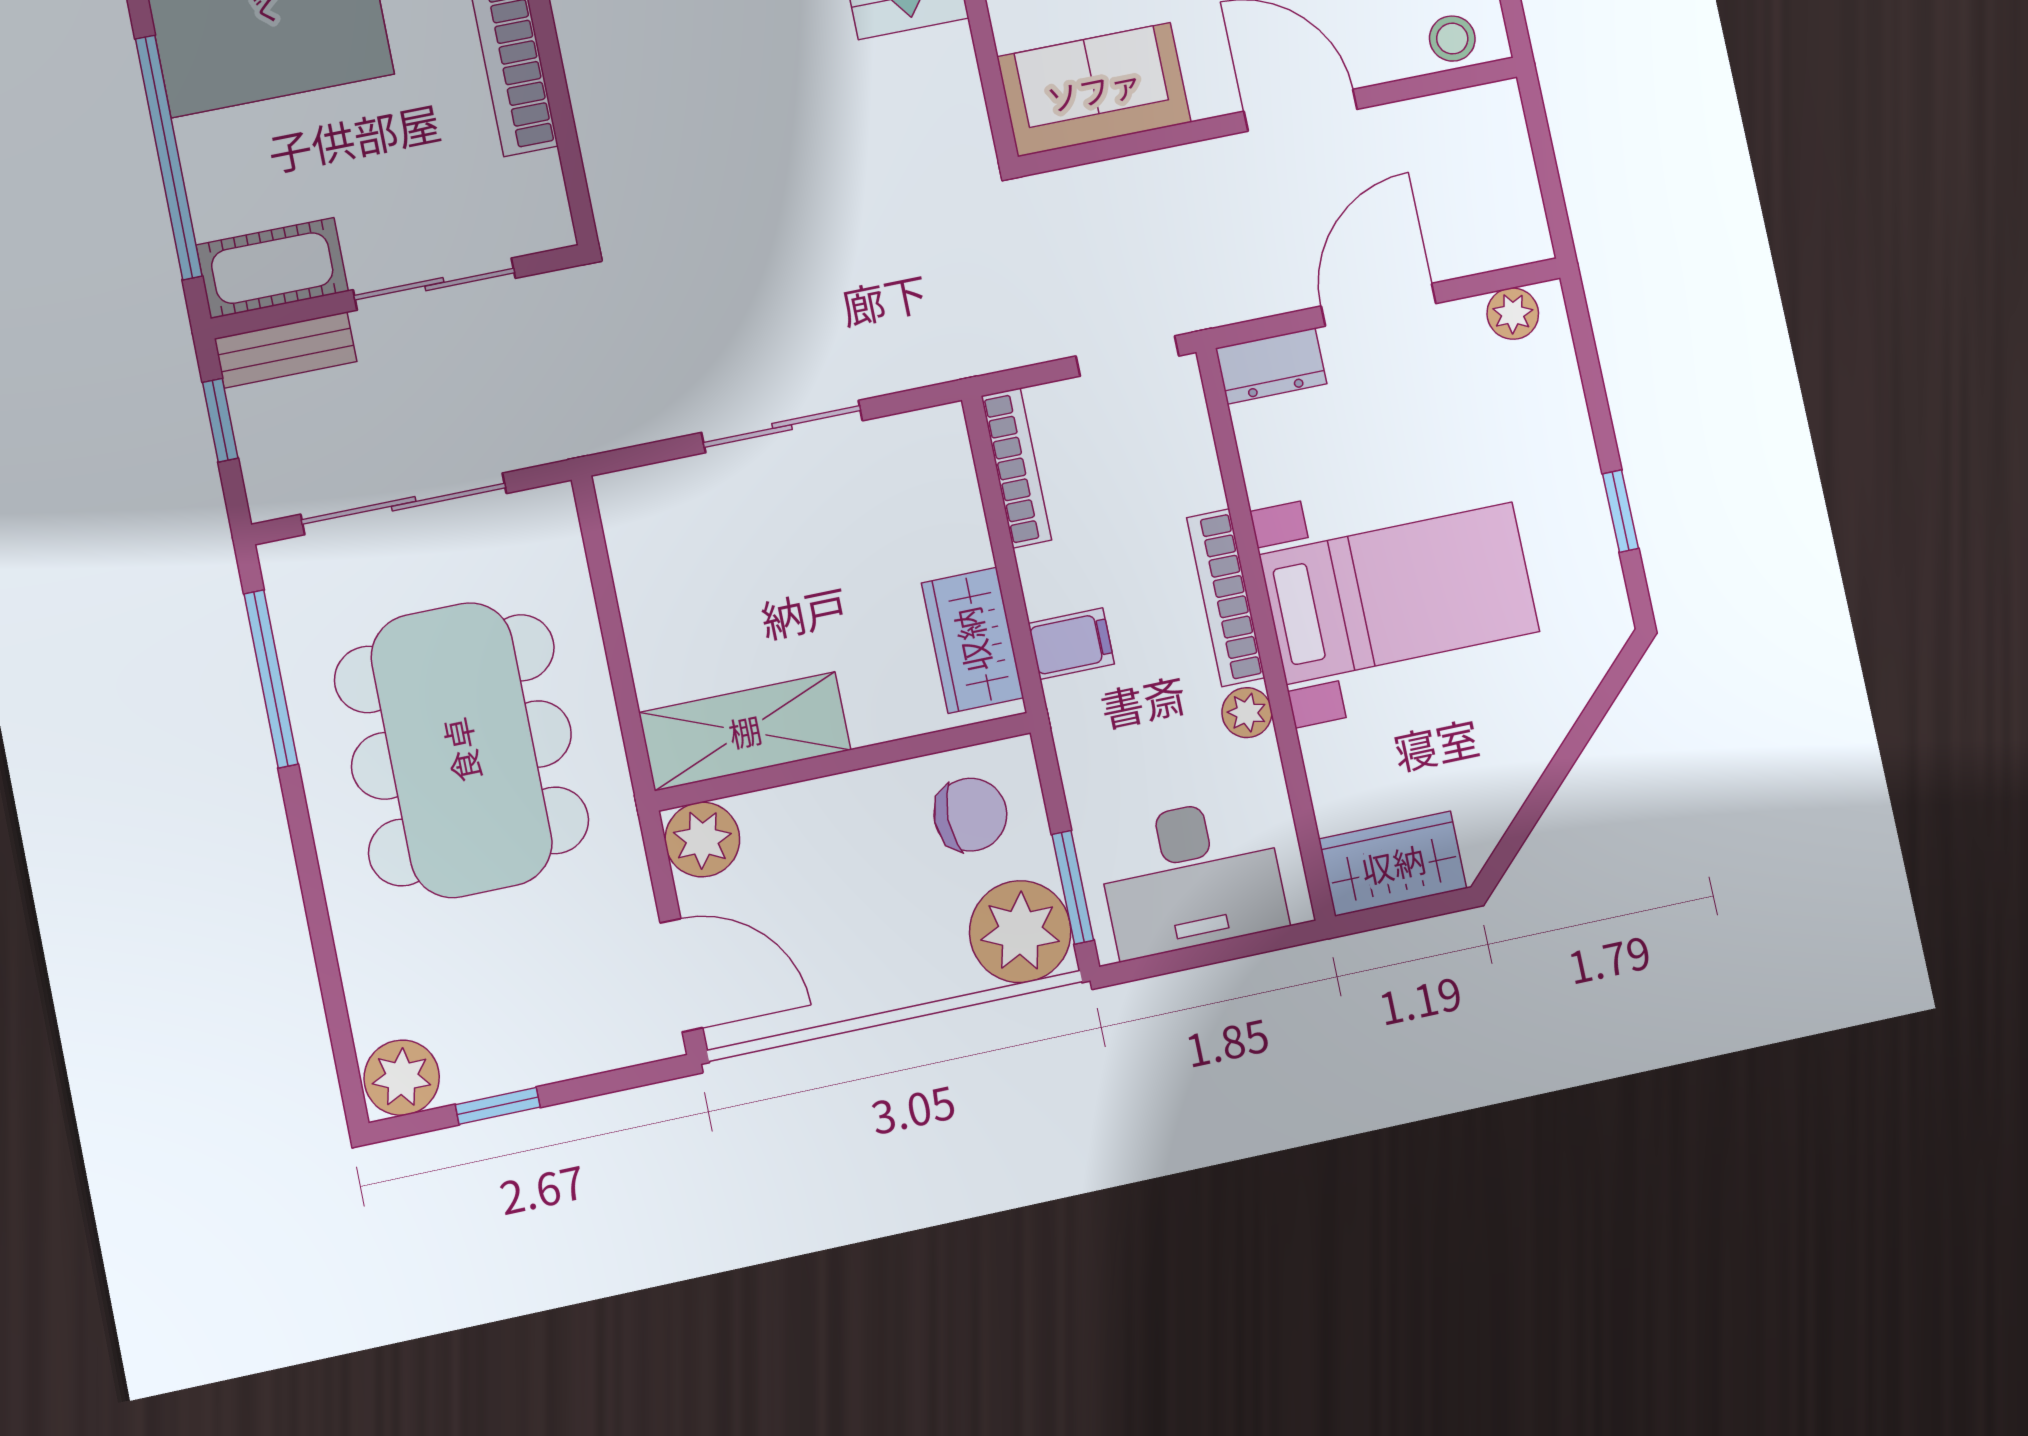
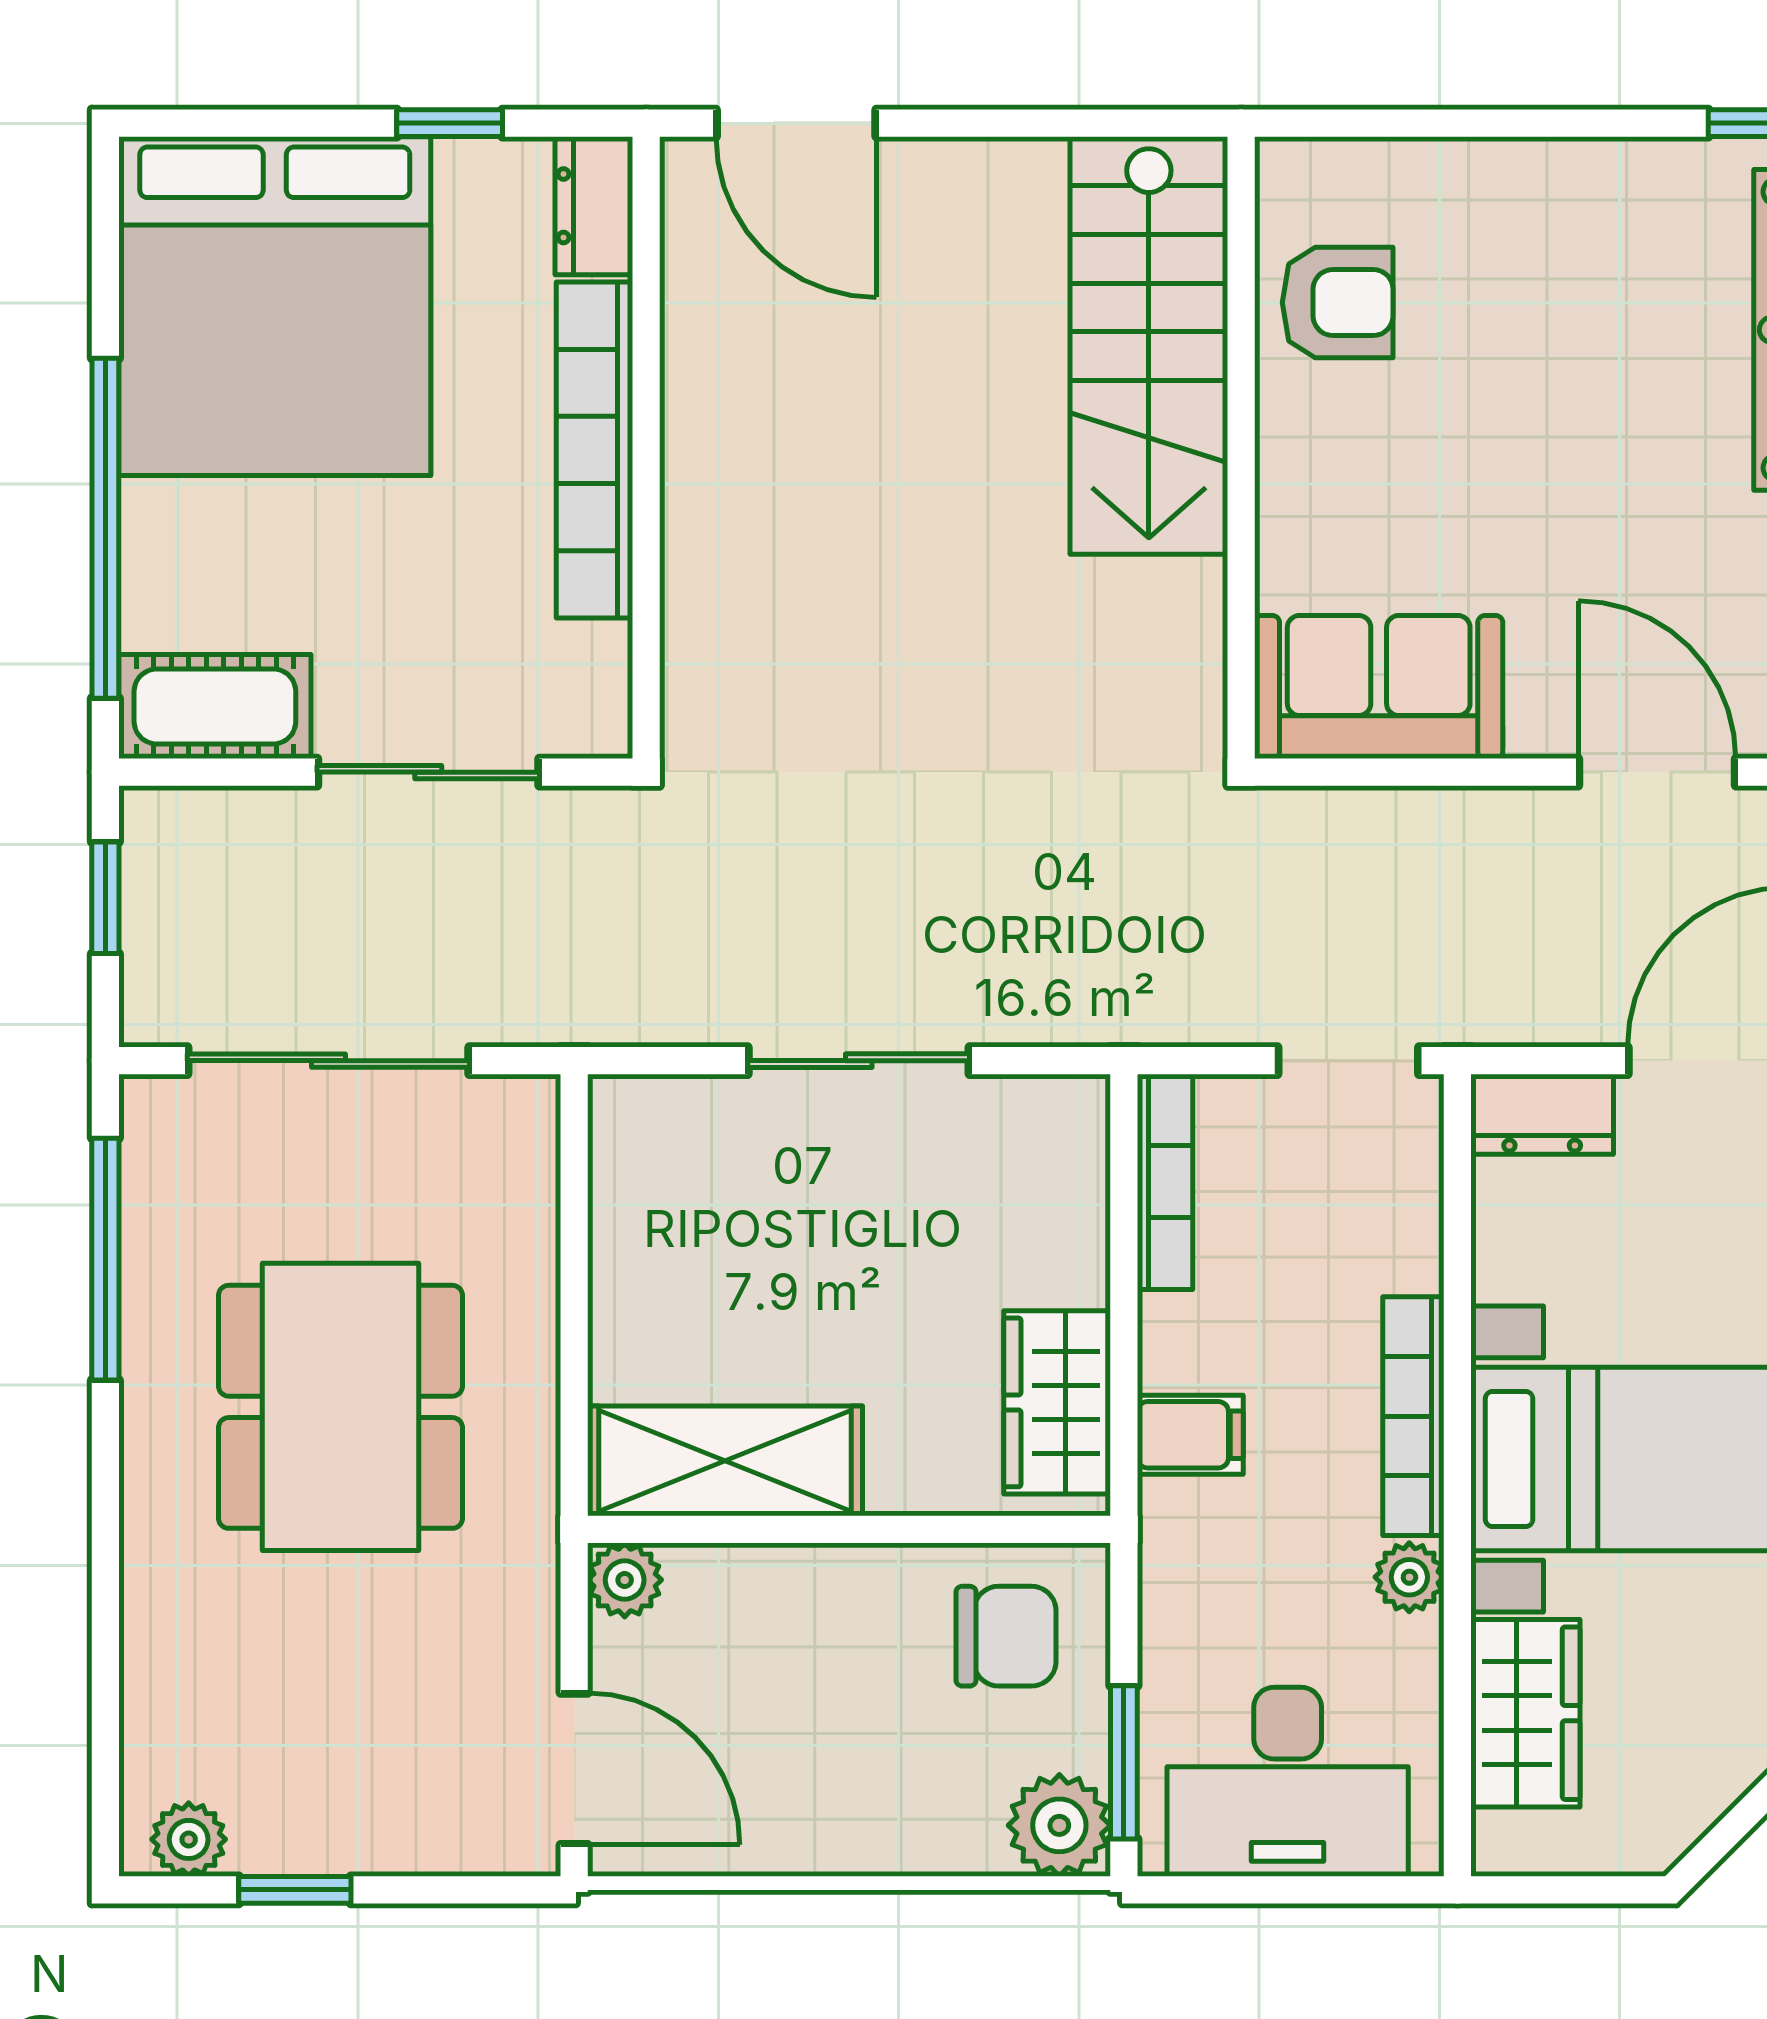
bench: (286, 350) -> (211, 821), removed
dining table: (461, 750) -> (340, 1407), width x0.73, depth x0.80
plant: (702, 840) -> (625, 1580), width x0.73, depth x0.73
wardrobe: (1393, 864) -> (1525, 1713), moved, turned 90
plant: (1020, 932) -> (1059, 1825), width x0.73, depth x0.73
plant: (402, 1078) -> (189, 1839), width x0.73, depth x0.73

